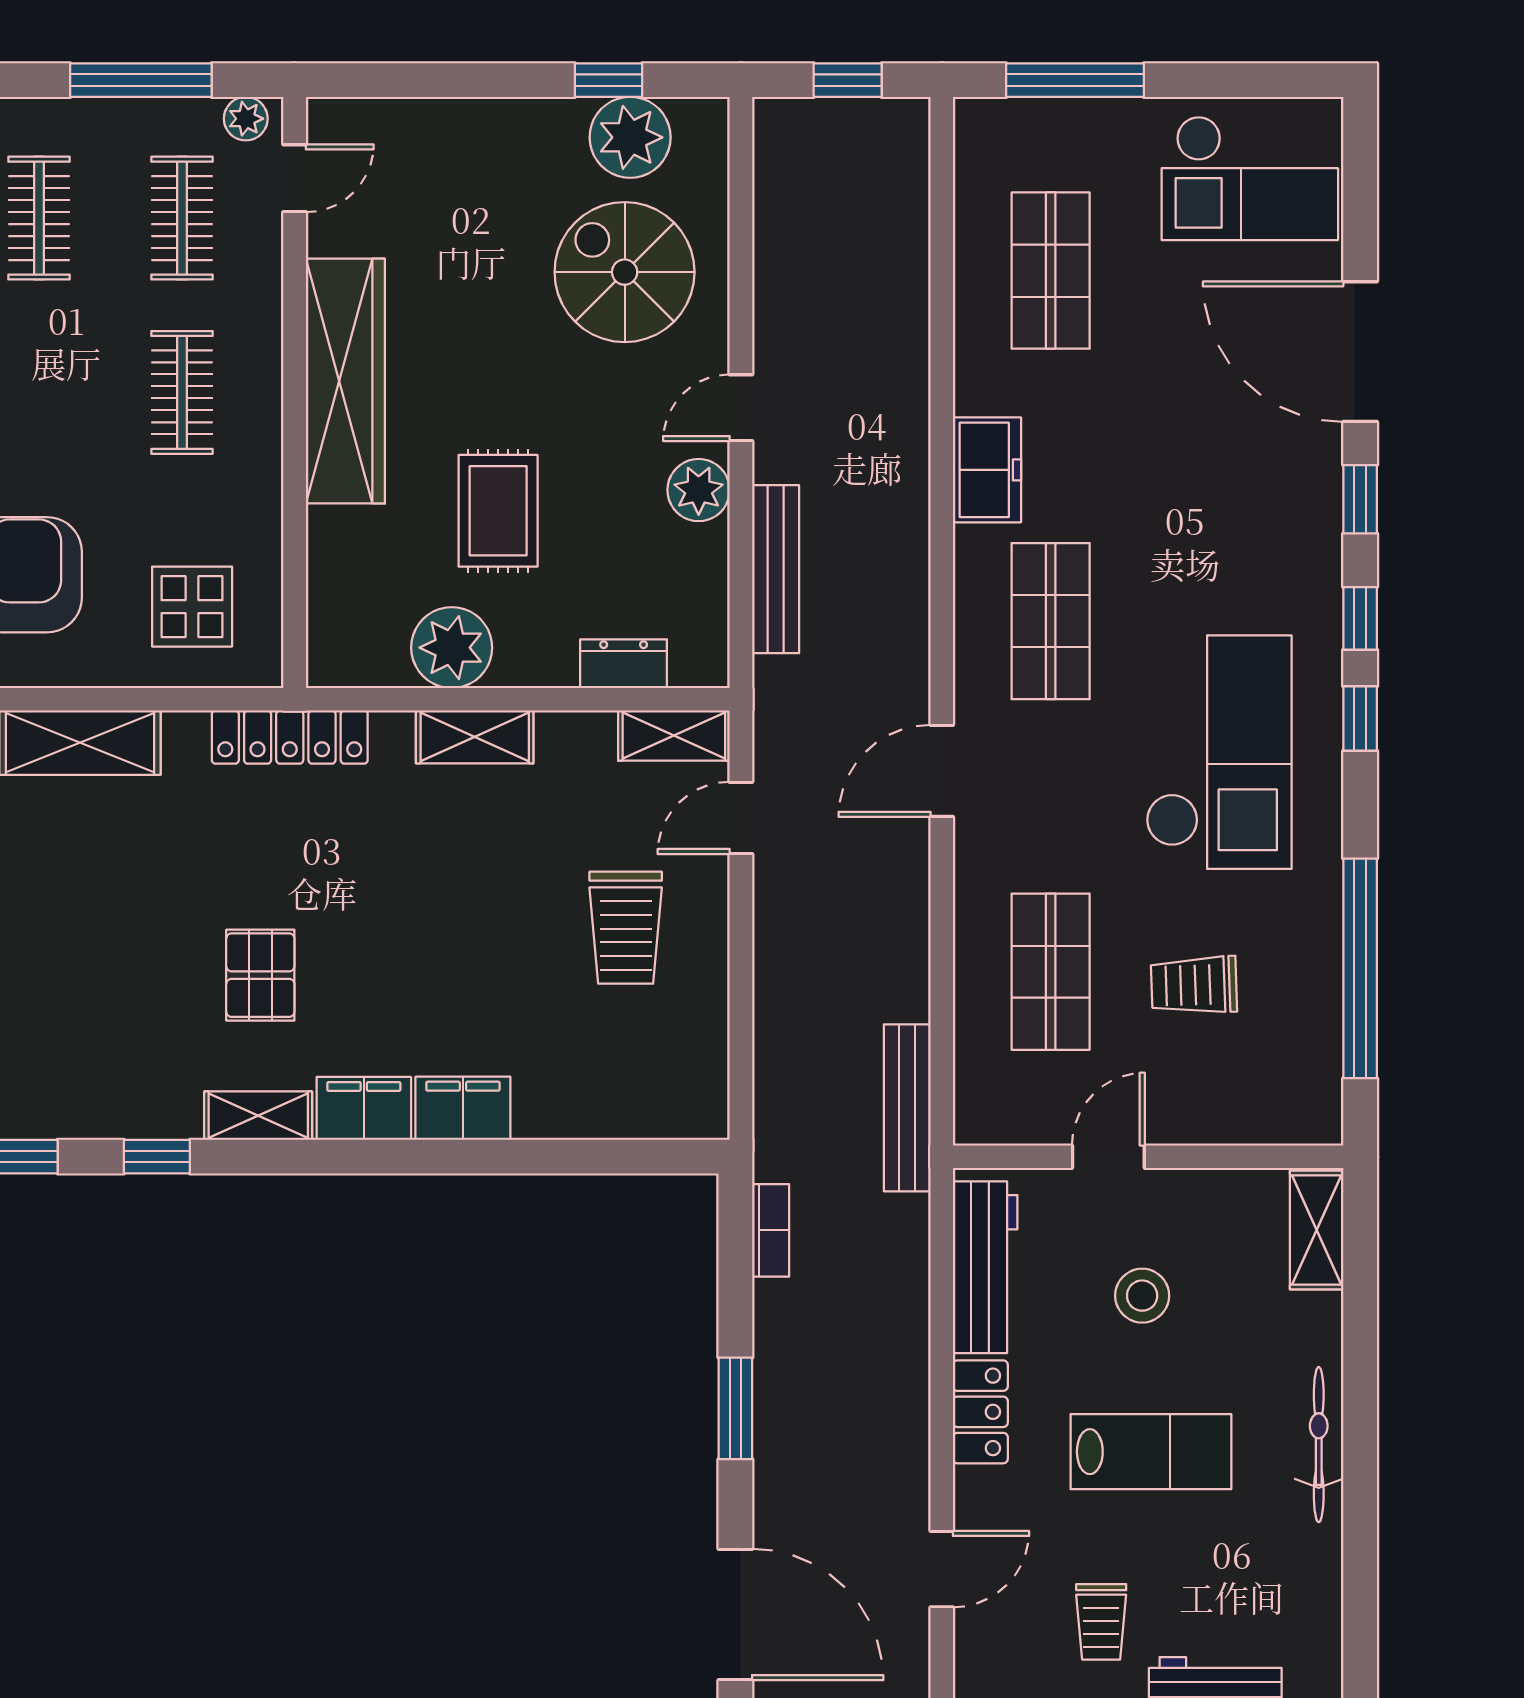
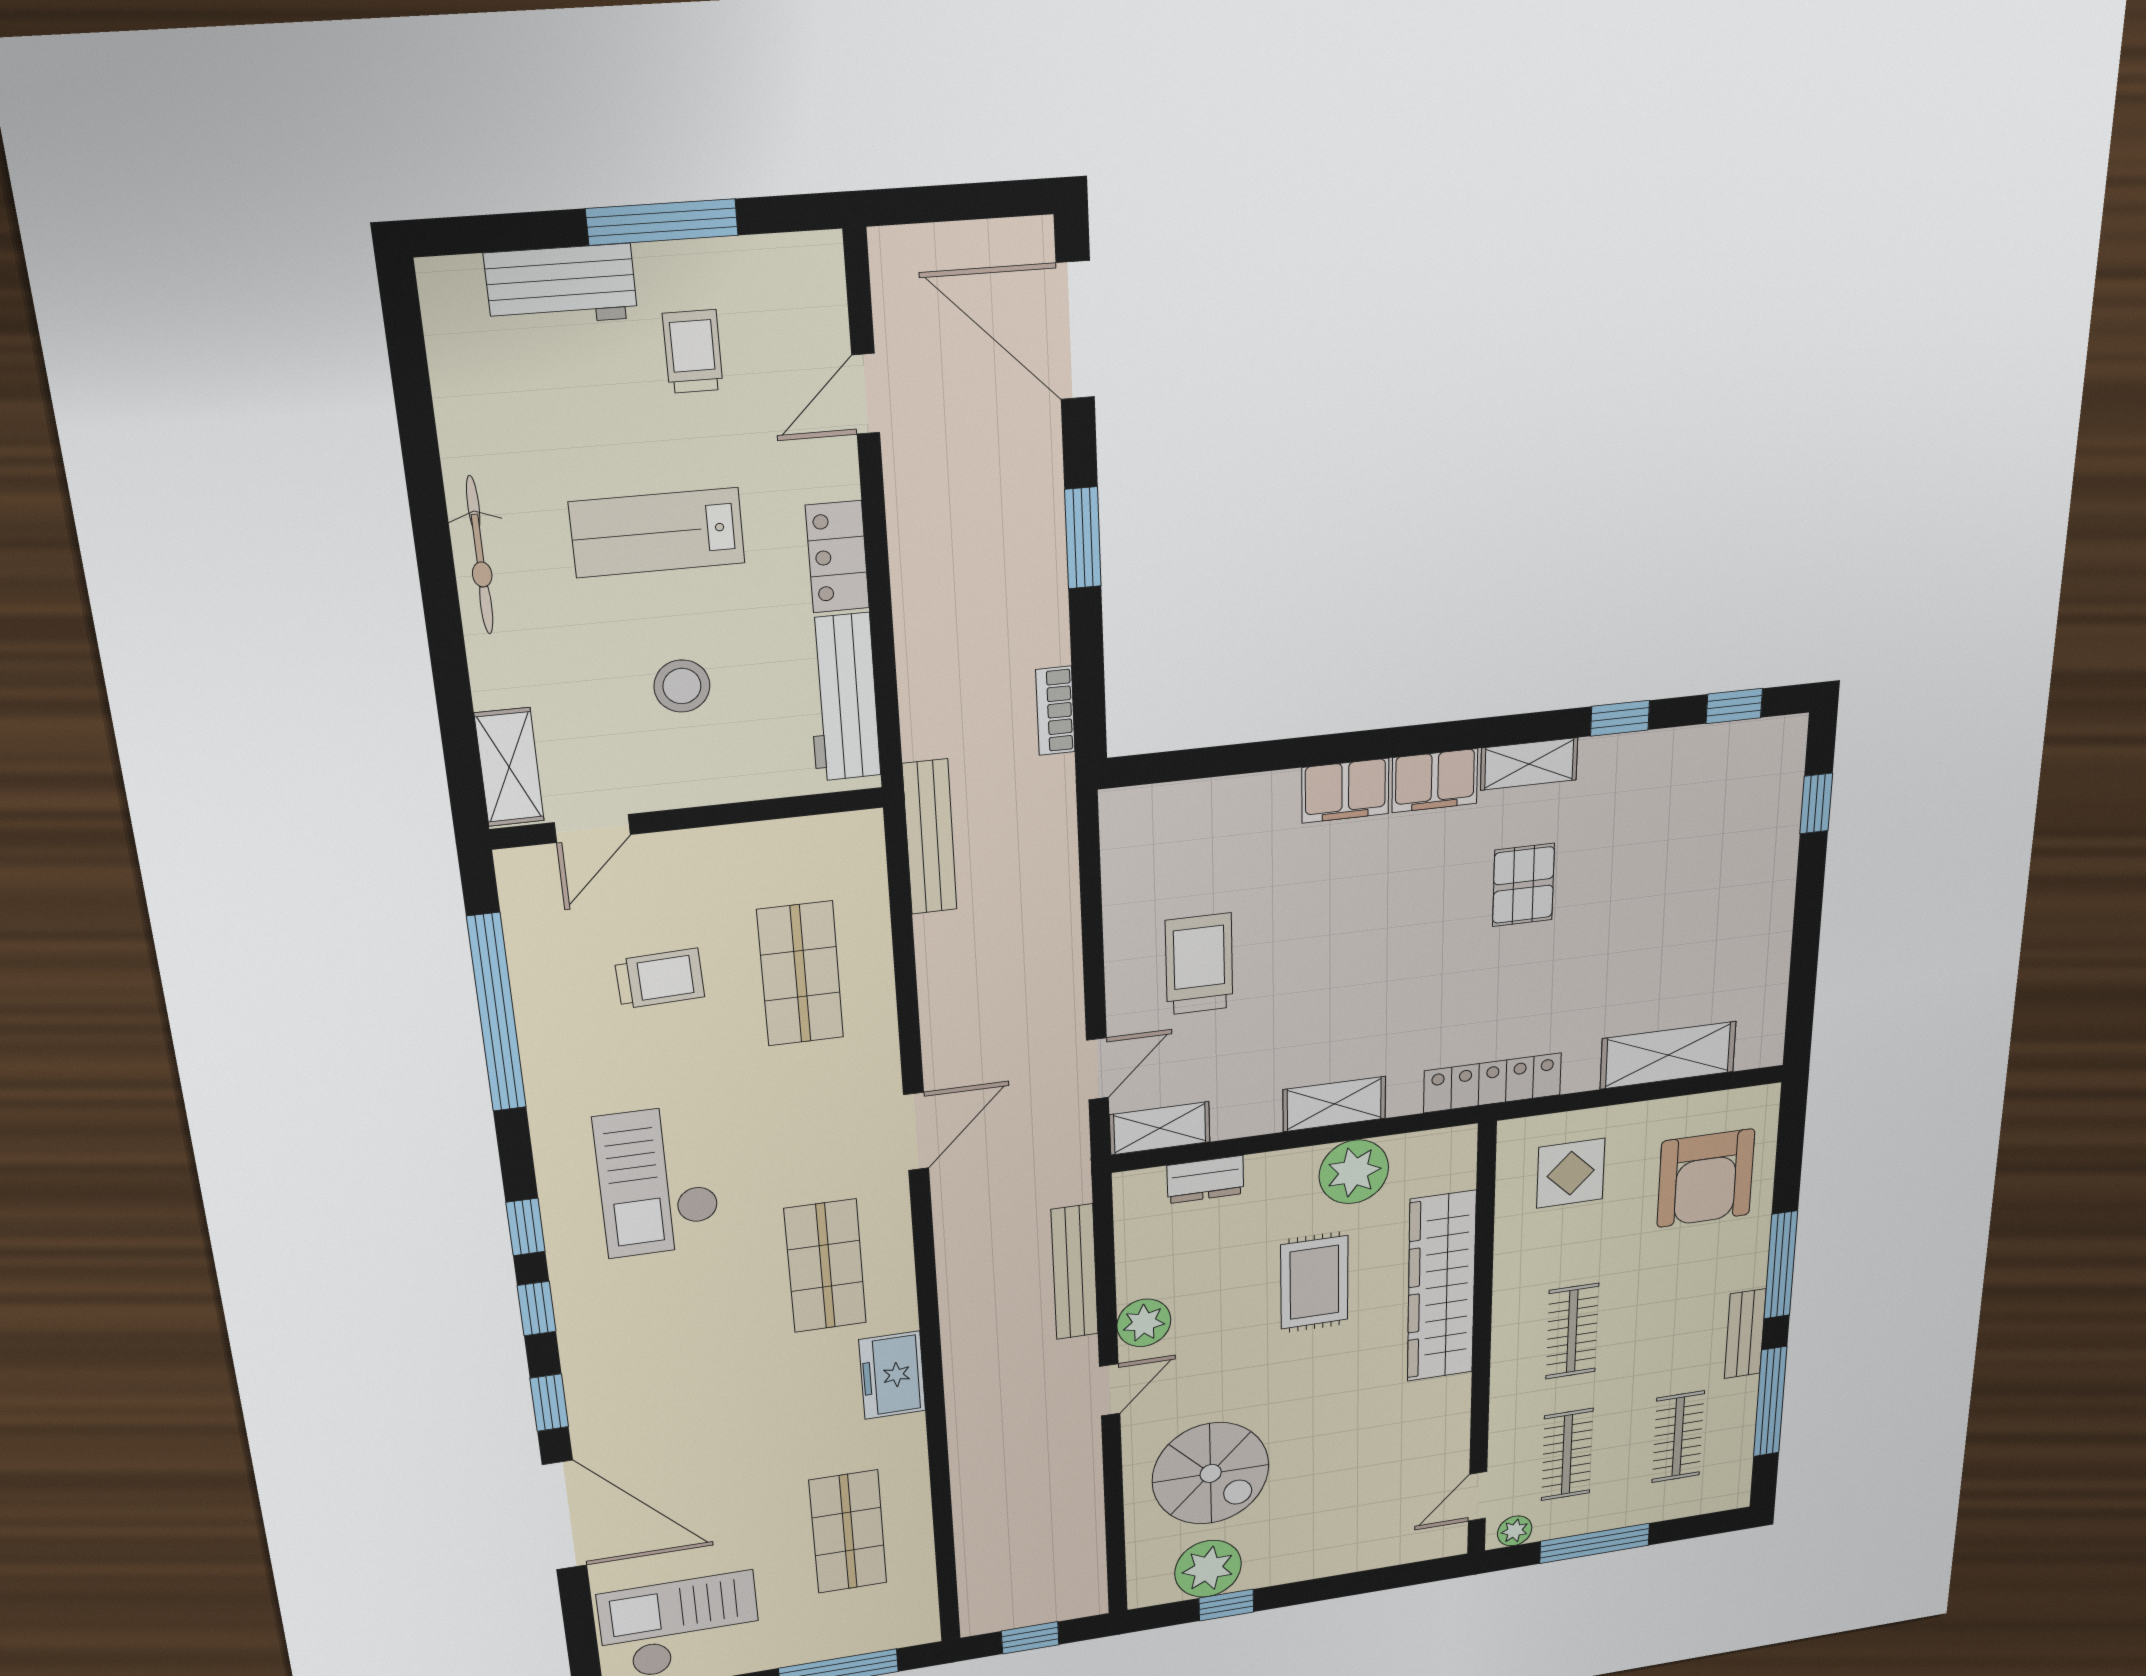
wardrobe: (345, 381) -> (1442, 1287), moved
checkout: (1219, 752) -> (658, 1181), width x0.73, depth x0.83
door: (1108, 1157) -> (592, 828), moved

